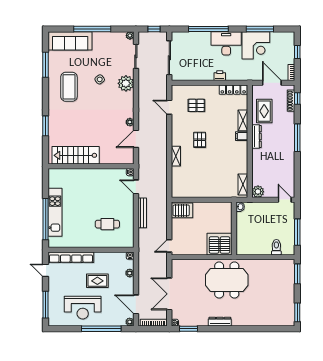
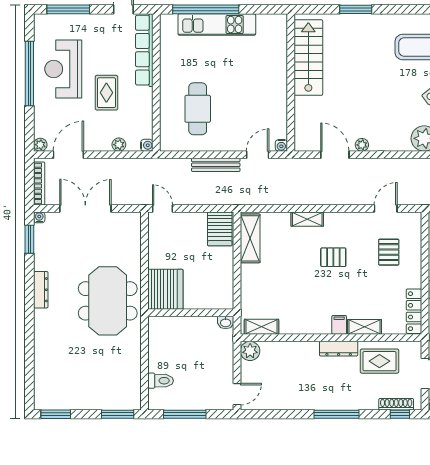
shelving: (188, 192) -> (250, 238), added
cafe table: (107, 224) -> (198, 109), width x1.37, depth x1.35
window: (101, 329) -> (29, 74), moved

